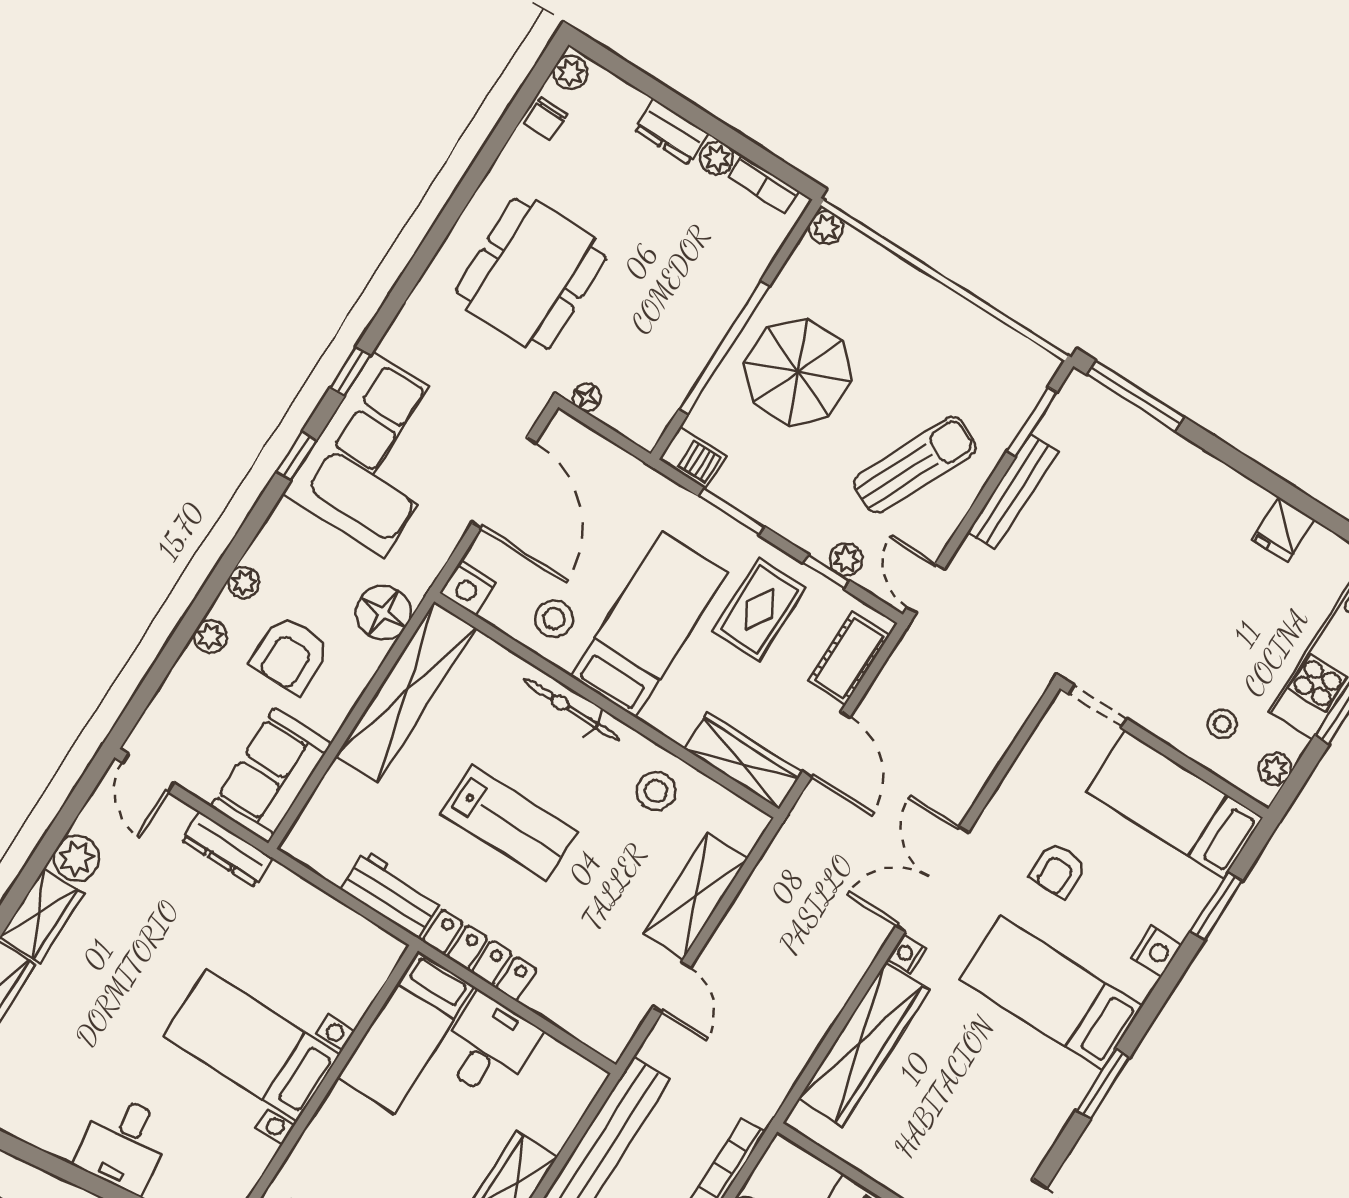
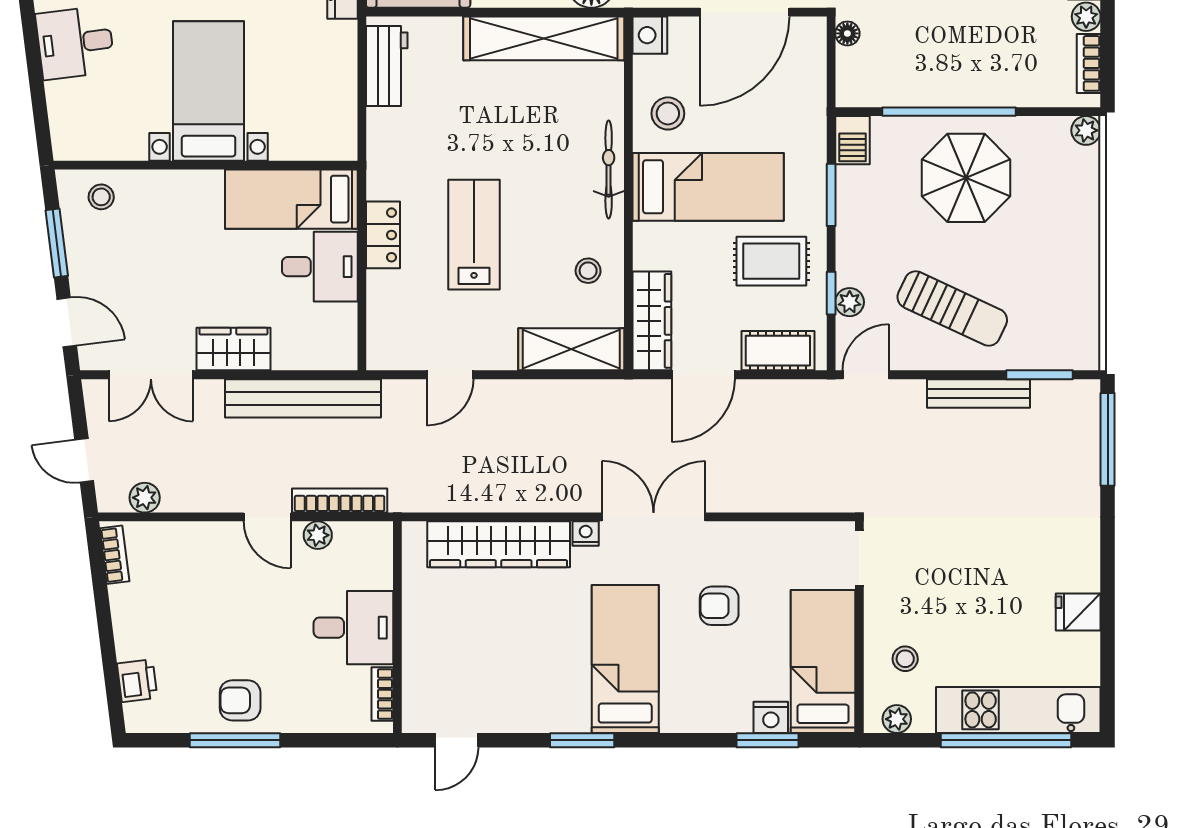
stool: (656, 791) -> (588, 271), width x0.73, depth x0.73
lab bench: (509, 823) -> (474, 235), moved, turned 180
workbench: (392, 894) -> (387, 66), moved
shelving: (695, 896) -> (571, 349), moved
nightstand: (1157, 951) -> (771, 717), moved
locker: (480, 955) -> (383, 235), width x0.66

